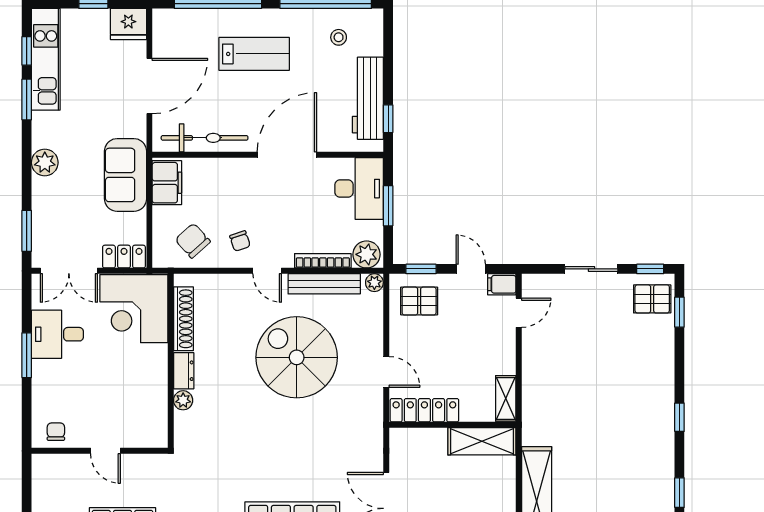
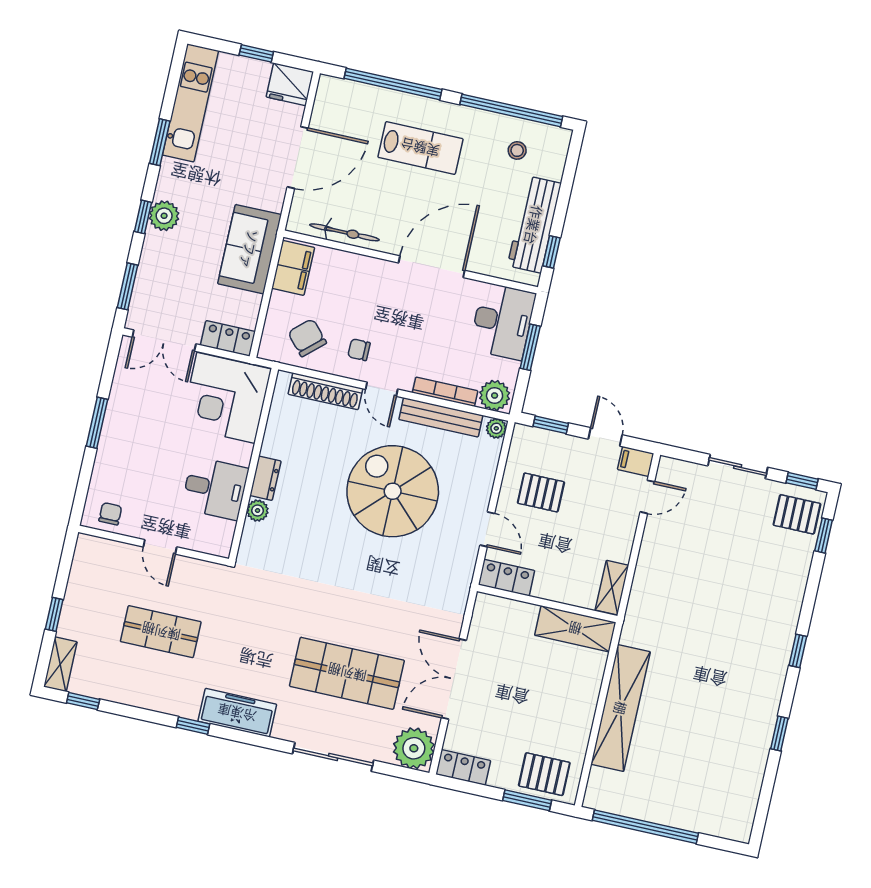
window: (27, 51) -> (143, 217), moved
bicycle: (205, 138) -> (344, 232), width x0.73, depth x0.71
chair: (240, 241) -> (359, 350), turned 108
pallet: (419, 301) -> (541, 493), moved
shoe rack: (183, 319) -> (325, 391), moved, turned 90
desk: (57, 334) -> (215, 488), moved, turned 180
locker: (424, 410) -> (506, 578), width x0.66

